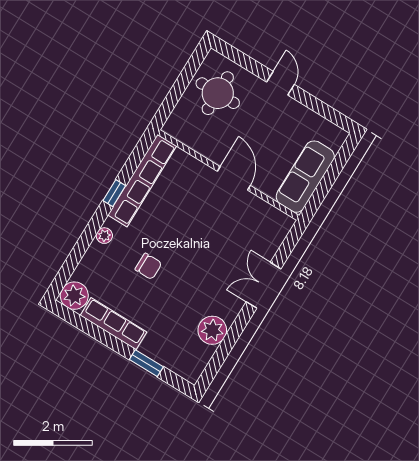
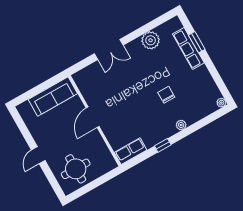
row of seats: (142, 181) -> (131, 151), width x0.50
plant: (74, 296) -> (221, 103), width x0.53, depth x0.53
row of seats: (114, 324) -> (188, 48), moved

